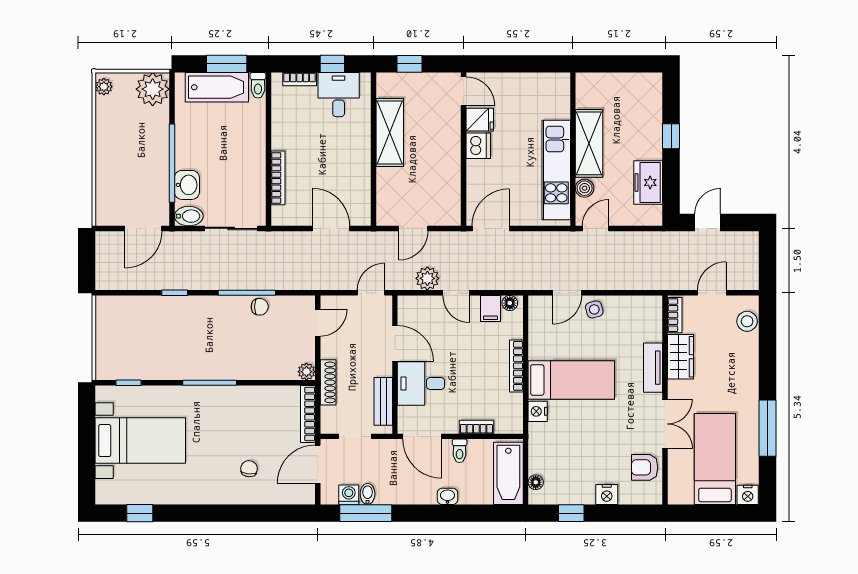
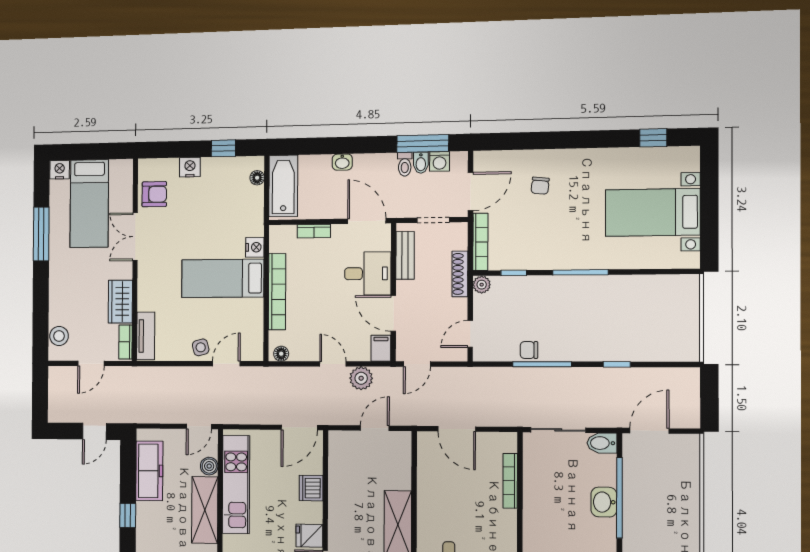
dishwasher: (478, 146) -> (311, 488), moved
freezer: (648, 182) -> (149, 471), width x1.40
washbasin: (187, 185) -> (604, 502), moved
filing cabinet: (490, 309) -> (381, 348), moved
bookcase: (516, 366) -> (277, 292), width x1.48, depth x1.31
tv unit: (653, 368) -> (146, 336), moved
window: (129, 383) -> (514, 273), moved
toilet: (460, 451) -> (405, 164), moved, turned 180

